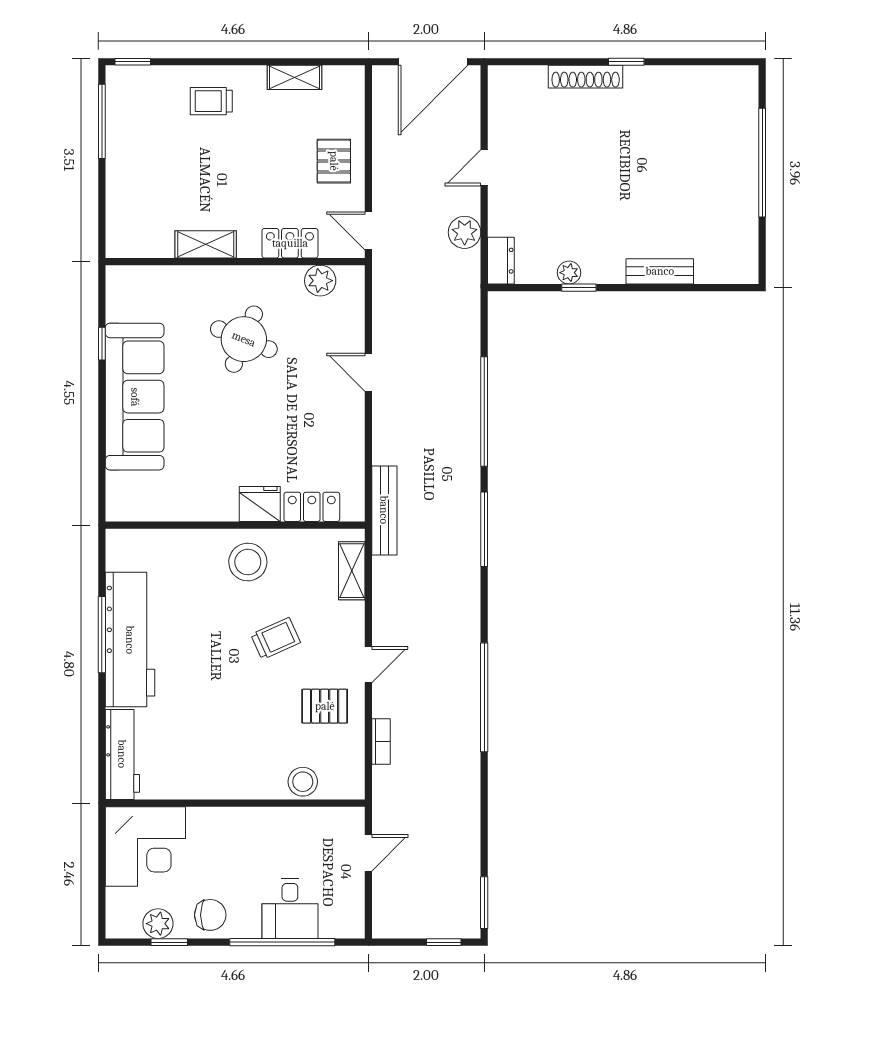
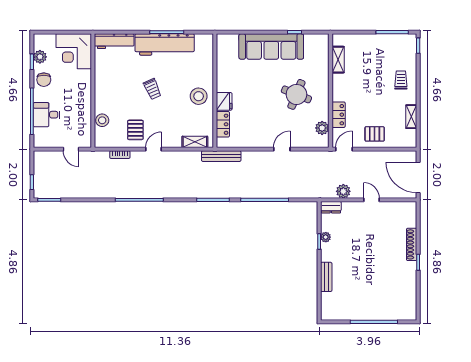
shelving: (206, 244) -> (338, 60), moved
trolley: (276, 639) -> (152, 89), moved
door: (368, 665) -> (154, 149), swing flipped

